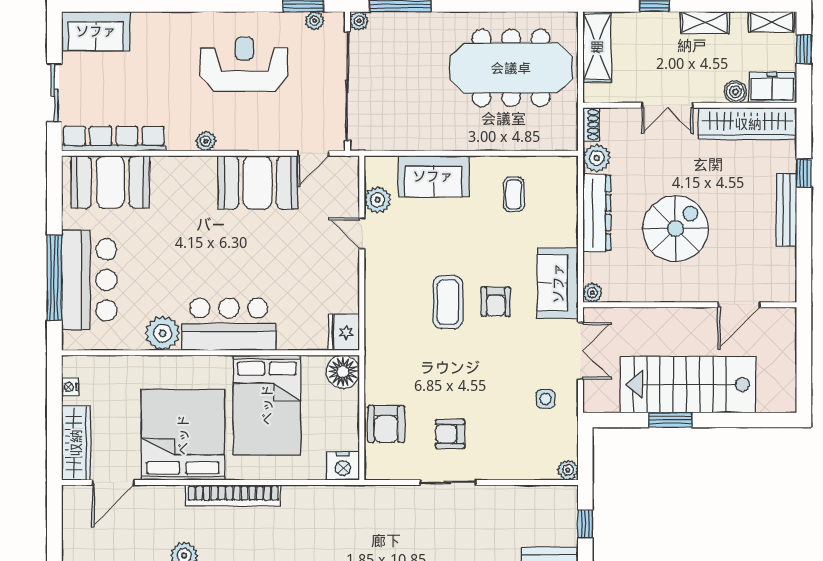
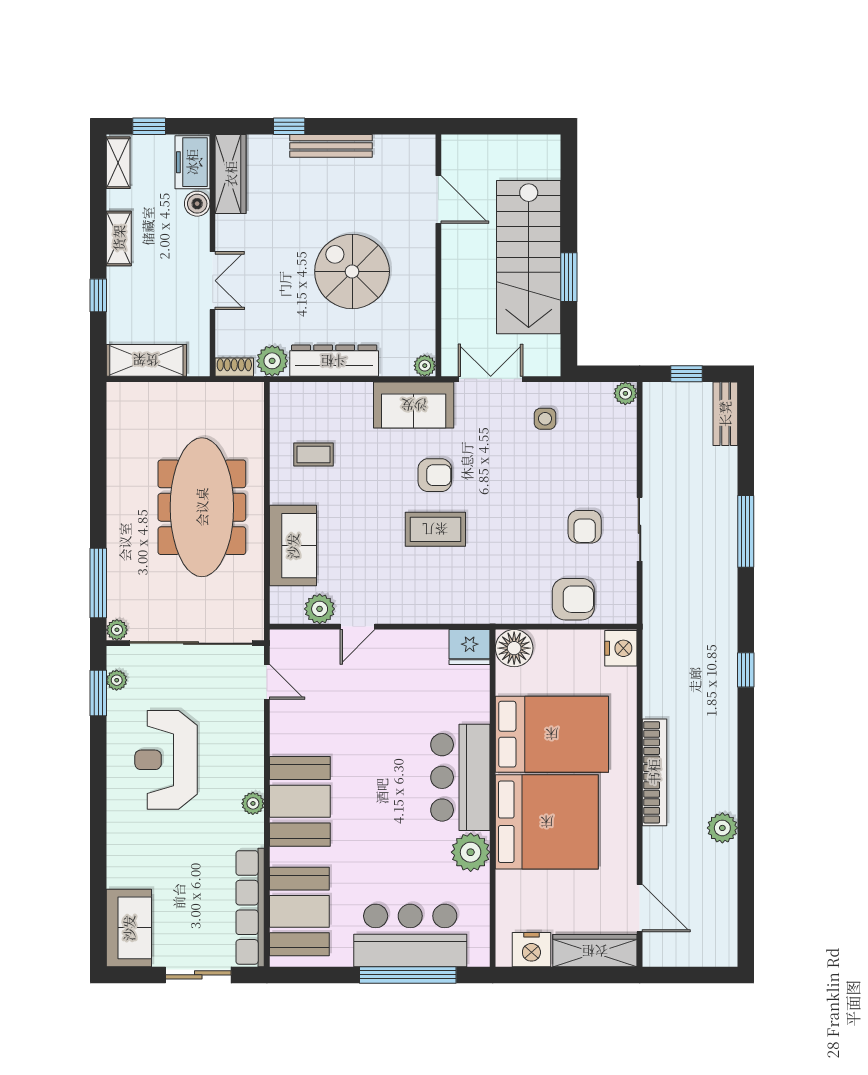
meeting table: (511, 68) -> (202, 507), moved
wardrobe: (748, 124) -> (231, 174), width x0.71, depth x0.85
booth: (258, 182) -> (300, 801), moved
nightstand: (70, 387) -> (531, 950), width x1.89, depth x1.79
bed: (183, 435) -> (547, 822), moved, turned 180

